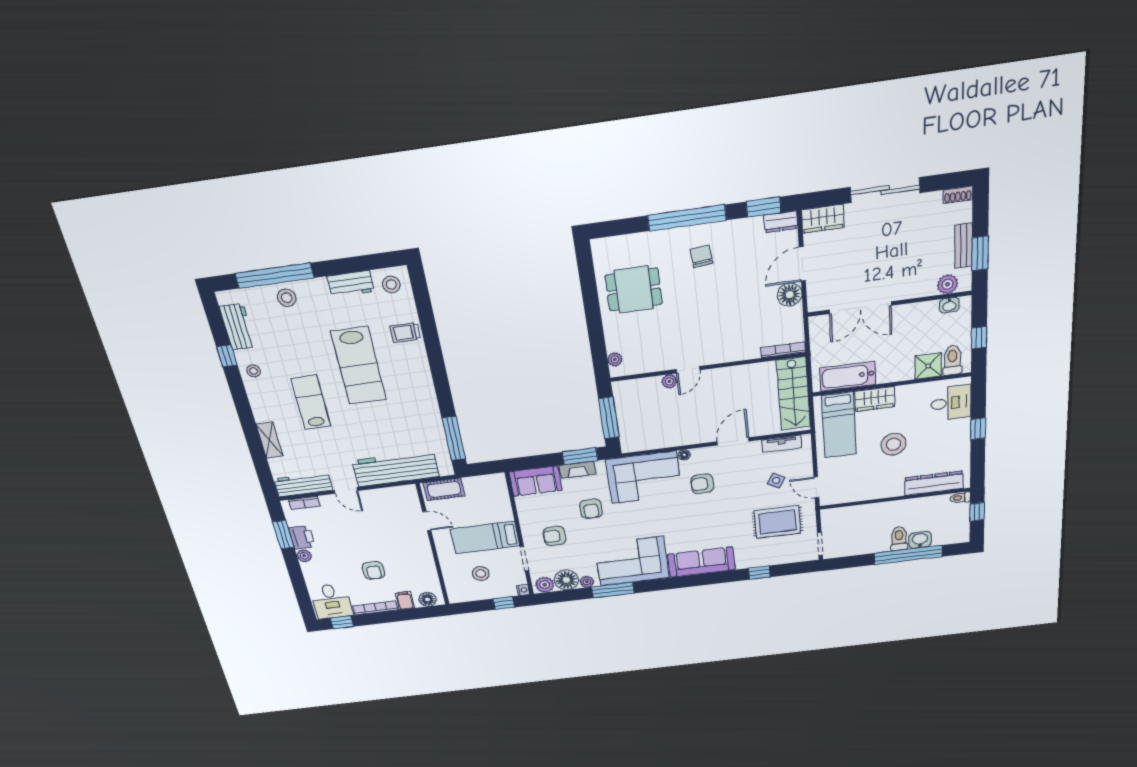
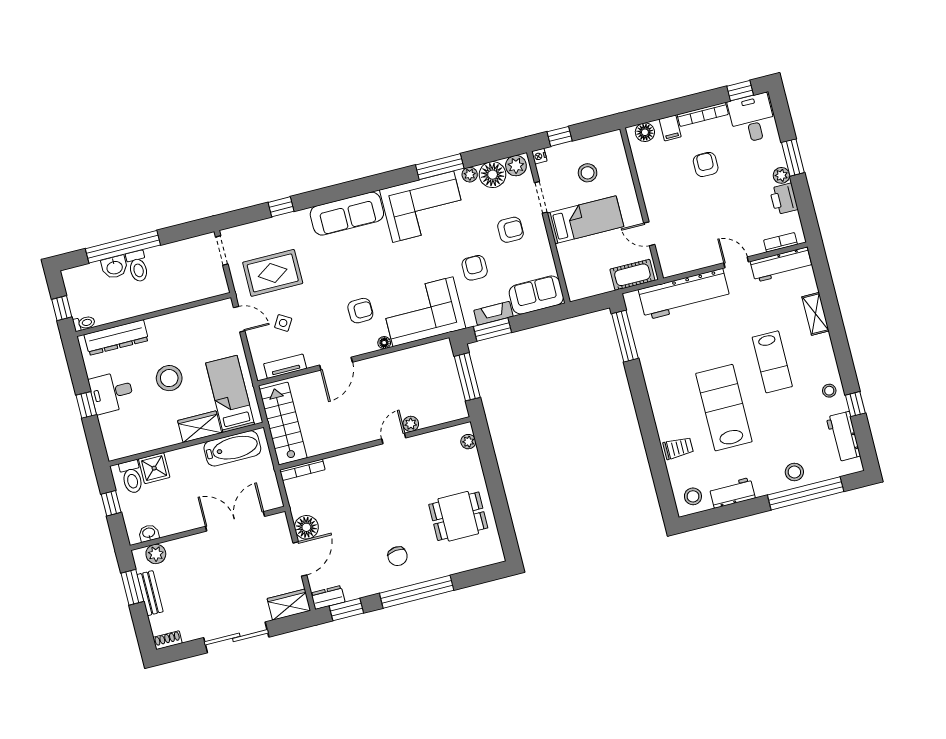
desk: (951, 403) -> (112, 392), moved
window: (283, 535) -> (793, 158), moved

